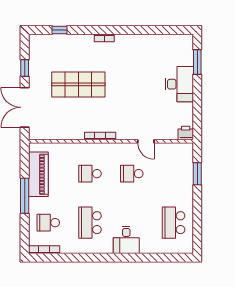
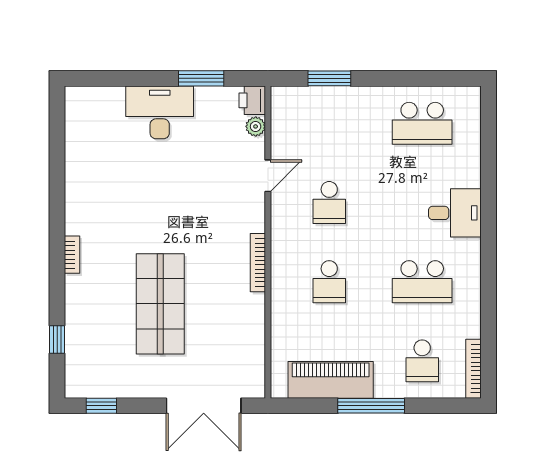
window: (197, 62) -> (201, 78), moved
window: (25, 68) -> (101, 406), moved
plant: (172, 135) -> (256, 126), added

